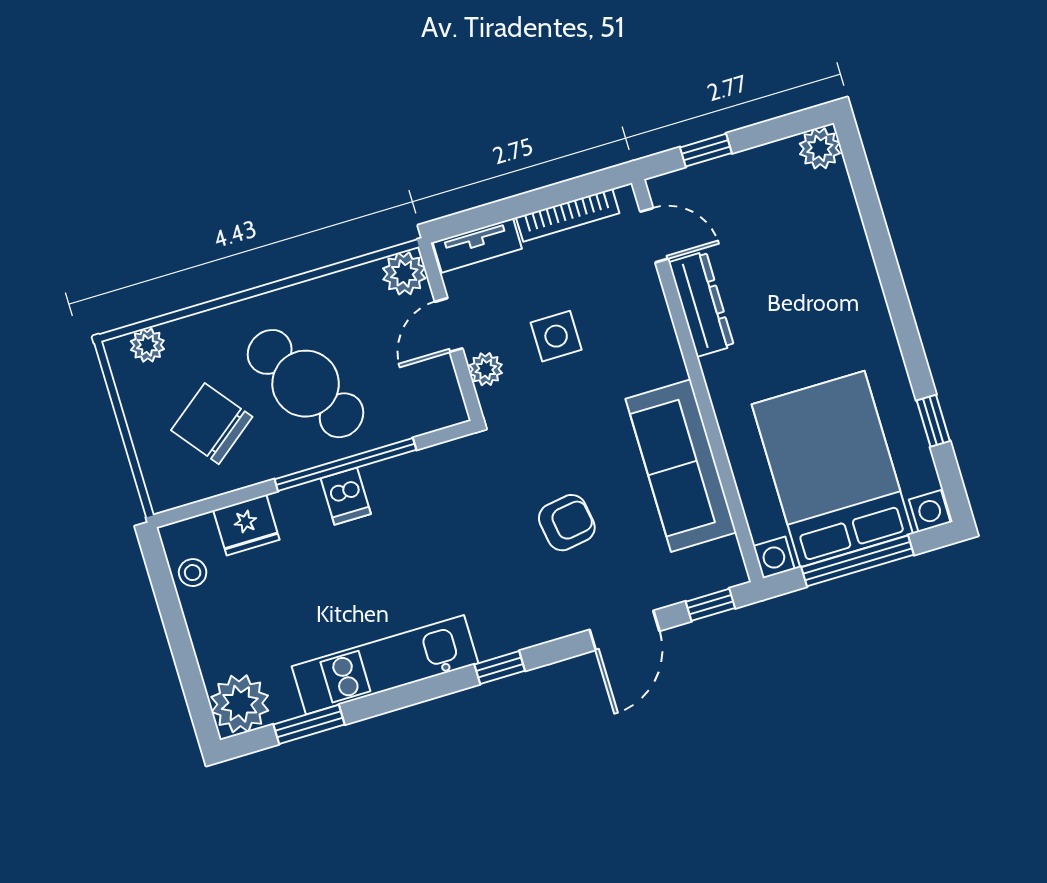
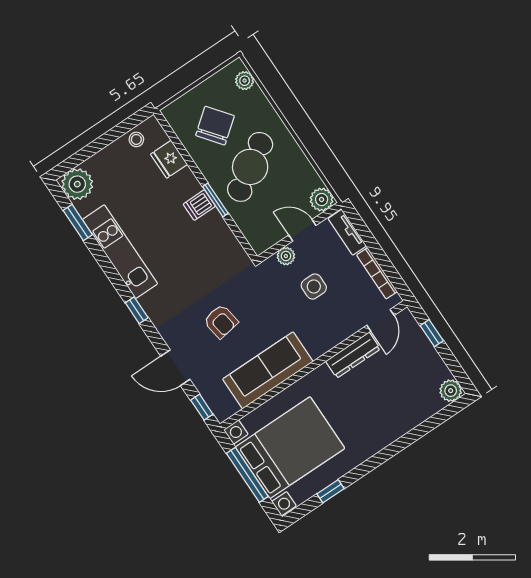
window: (345, 464) -> (215, 200), width x0.47

